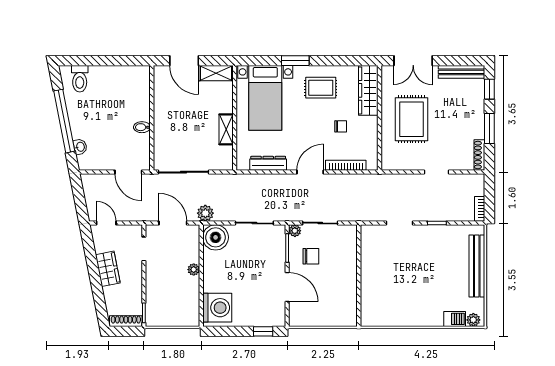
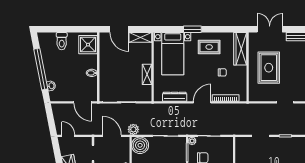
double door: (413, 61) -> (270, 29), swing flipped
toilet: (80, 79) -> (62, 41), moved
shower: (136, 84) -> (88, 45), added

